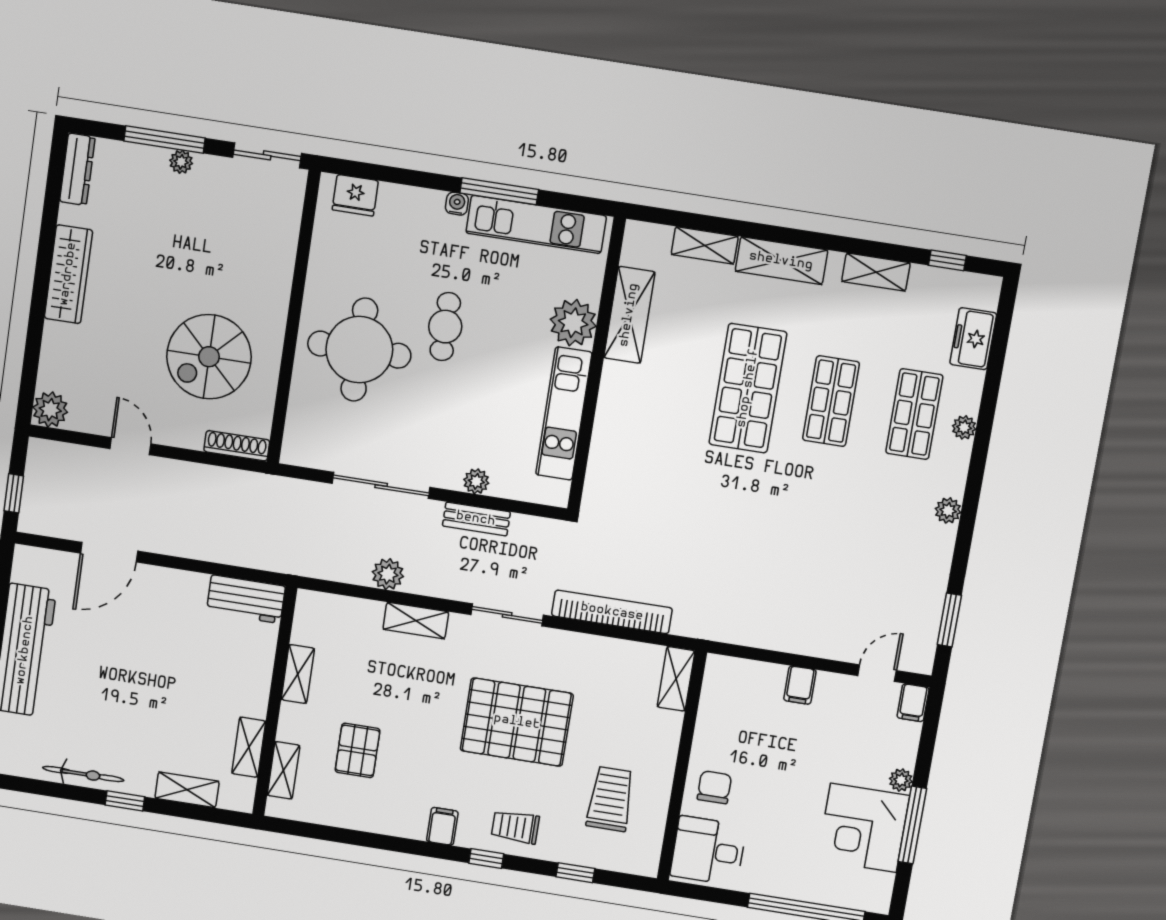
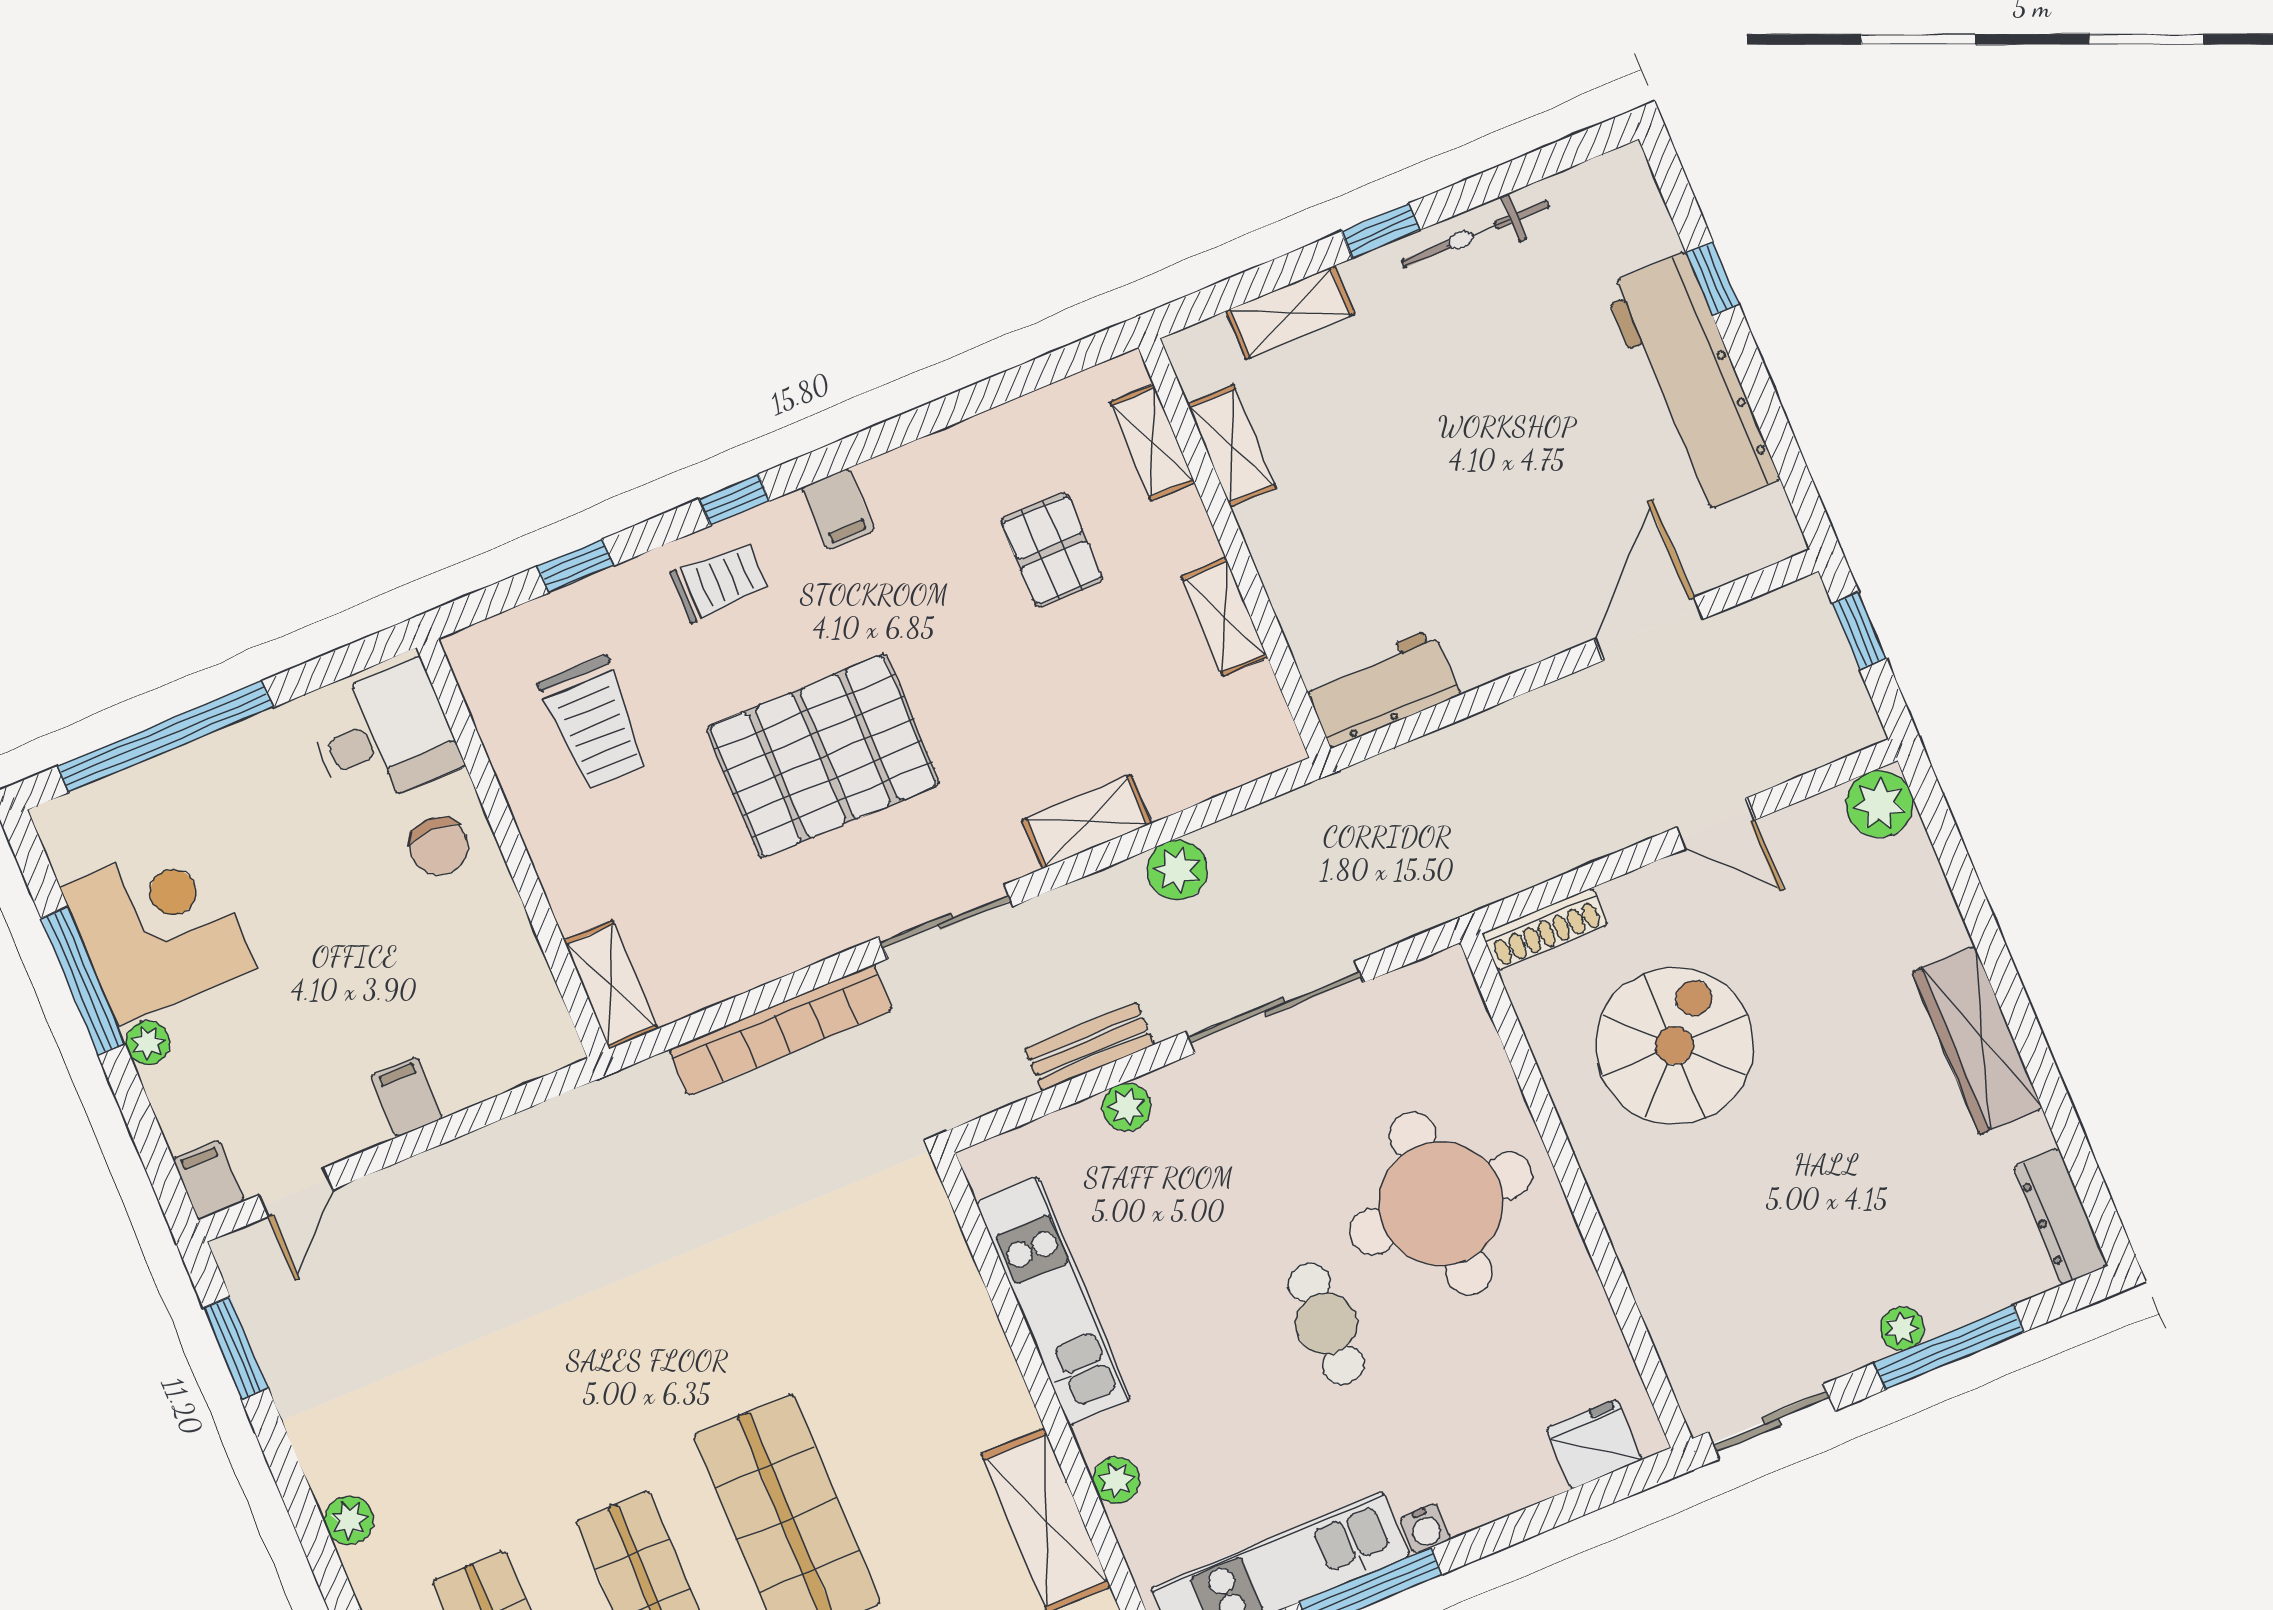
plant: (573, 323) -> (1116, 1480), width x0.53, depth x0.53

